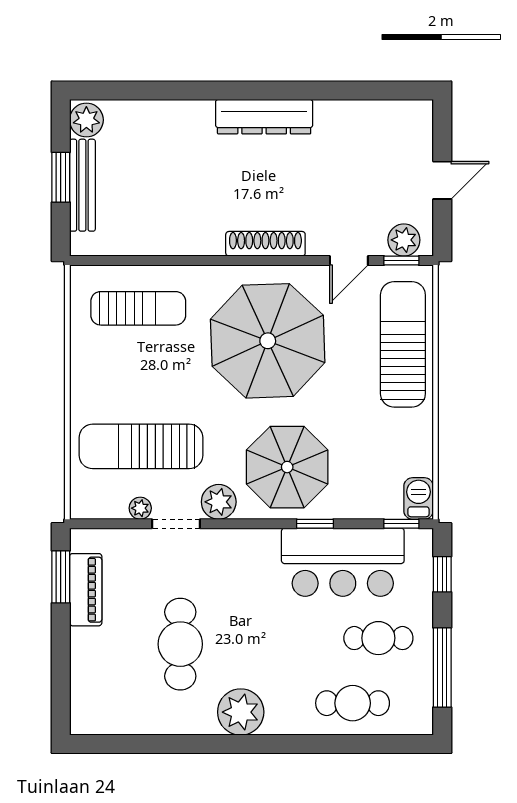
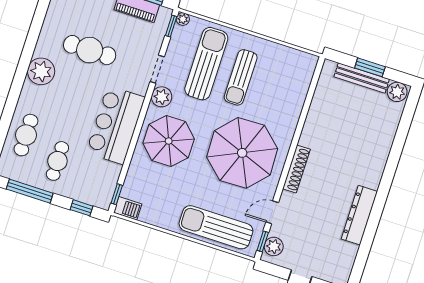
dresser: (264, 117) -> (359, 215), moved
door: (349, 260) -> (272, 212), hinge flipped
sun lounger: (138, 308) -> (241, 77), moved
sun lounger: (403, 344) -> (216, 227), turned 180
plant: (140, 508) -> (183, 19), moved
window: (315, 524) -> (171, 26), moved
bar counter: (343, 562) -> (116, 125), moved

